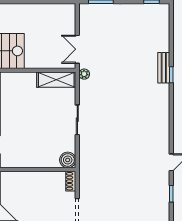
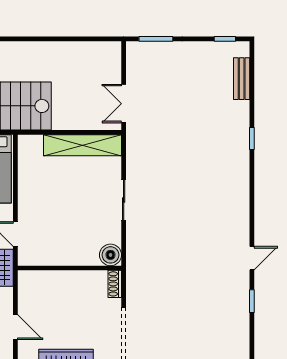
bench: (164, 68) -> (242, 79), moved
plant: (84, 74) -> (133, 138), removed
shelving: (56, 80) -> (82, 145), width x1.47

